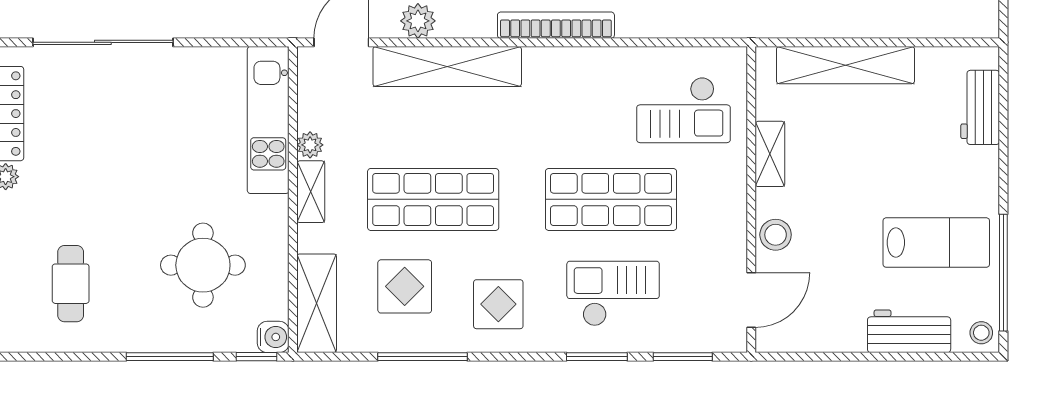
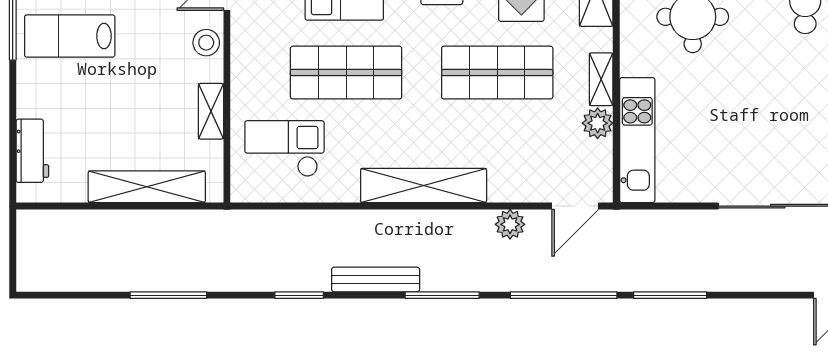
bookcase: (556, 25) -> (393, 221), removed
shelving: (447, 66) -> (424, 186), moved
plant: (310, 145) -> (598, 123), width x1.38, depth x1.38

